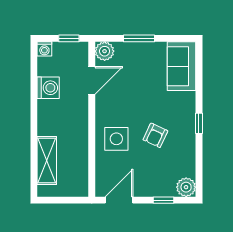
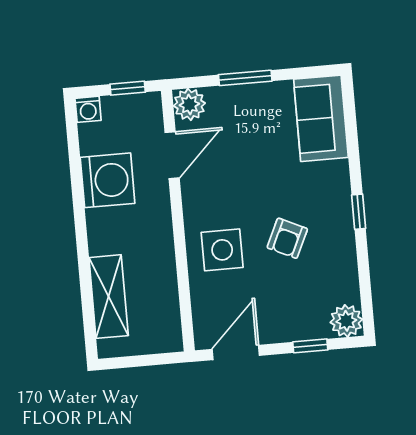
washing machine: (48, 88) -> (108, 180), width x1.37, depth x1.37

